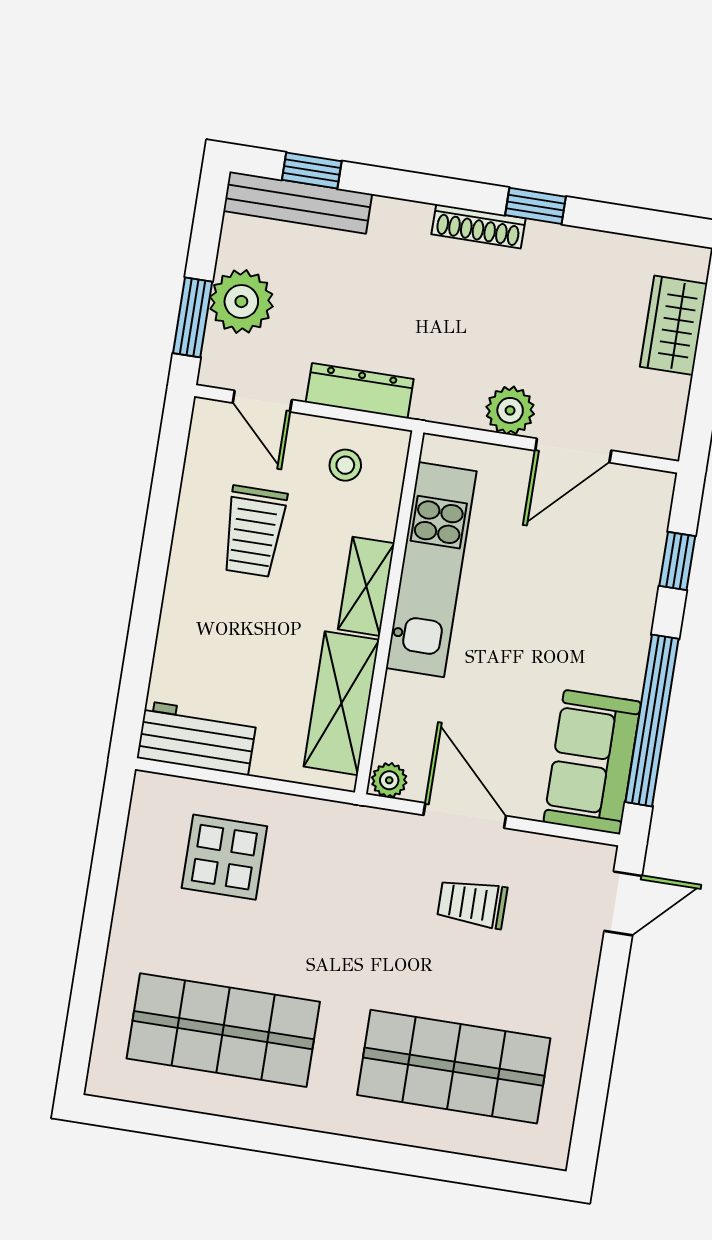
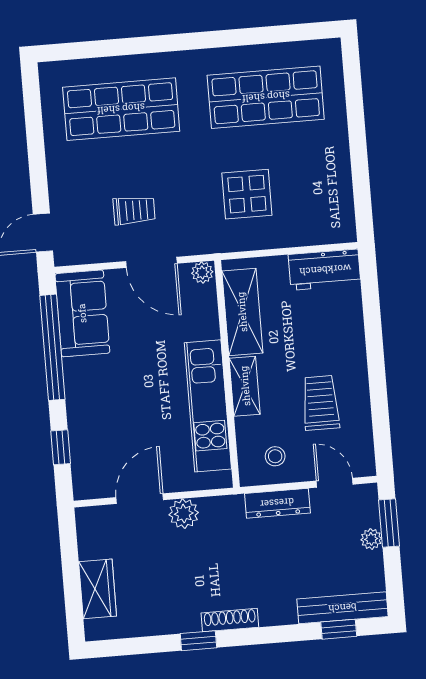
plant: (241, 302) -> (371, 539), width x0.53, depth x0.53
display table: (224, 857) -> (247, 194), moved

